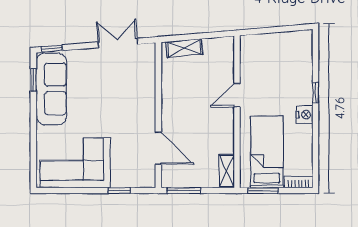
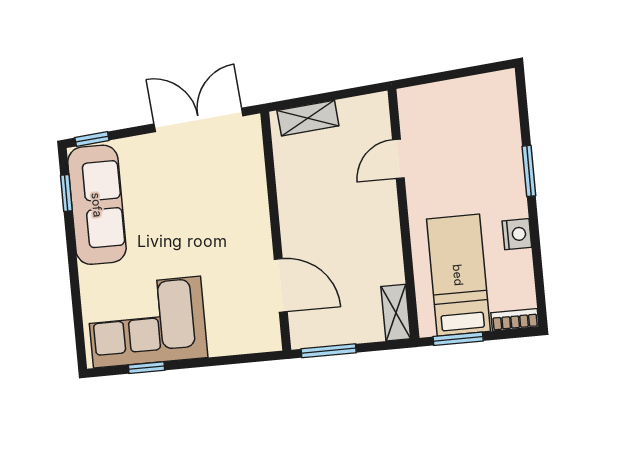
double door: (118, 43) -> (199, 120), width x1.37
window: (316, 93) -> (529, 171), width x1.50
door: (237, 95) -> (398, 159), moved
nightstand: (305, 115) -> (517, 234), moved
window: (119, 191) -> (147, 368), moved

